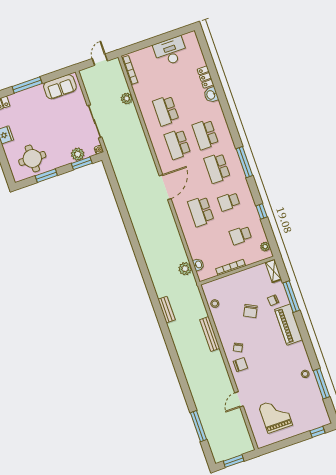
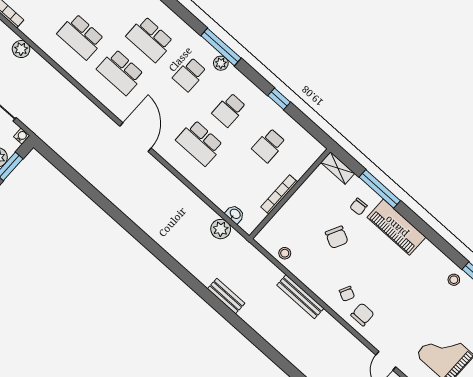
school desk: (217, 168) -> (190, 75), width x0.54
plant: (265, 247) -> (221, 63), moved

